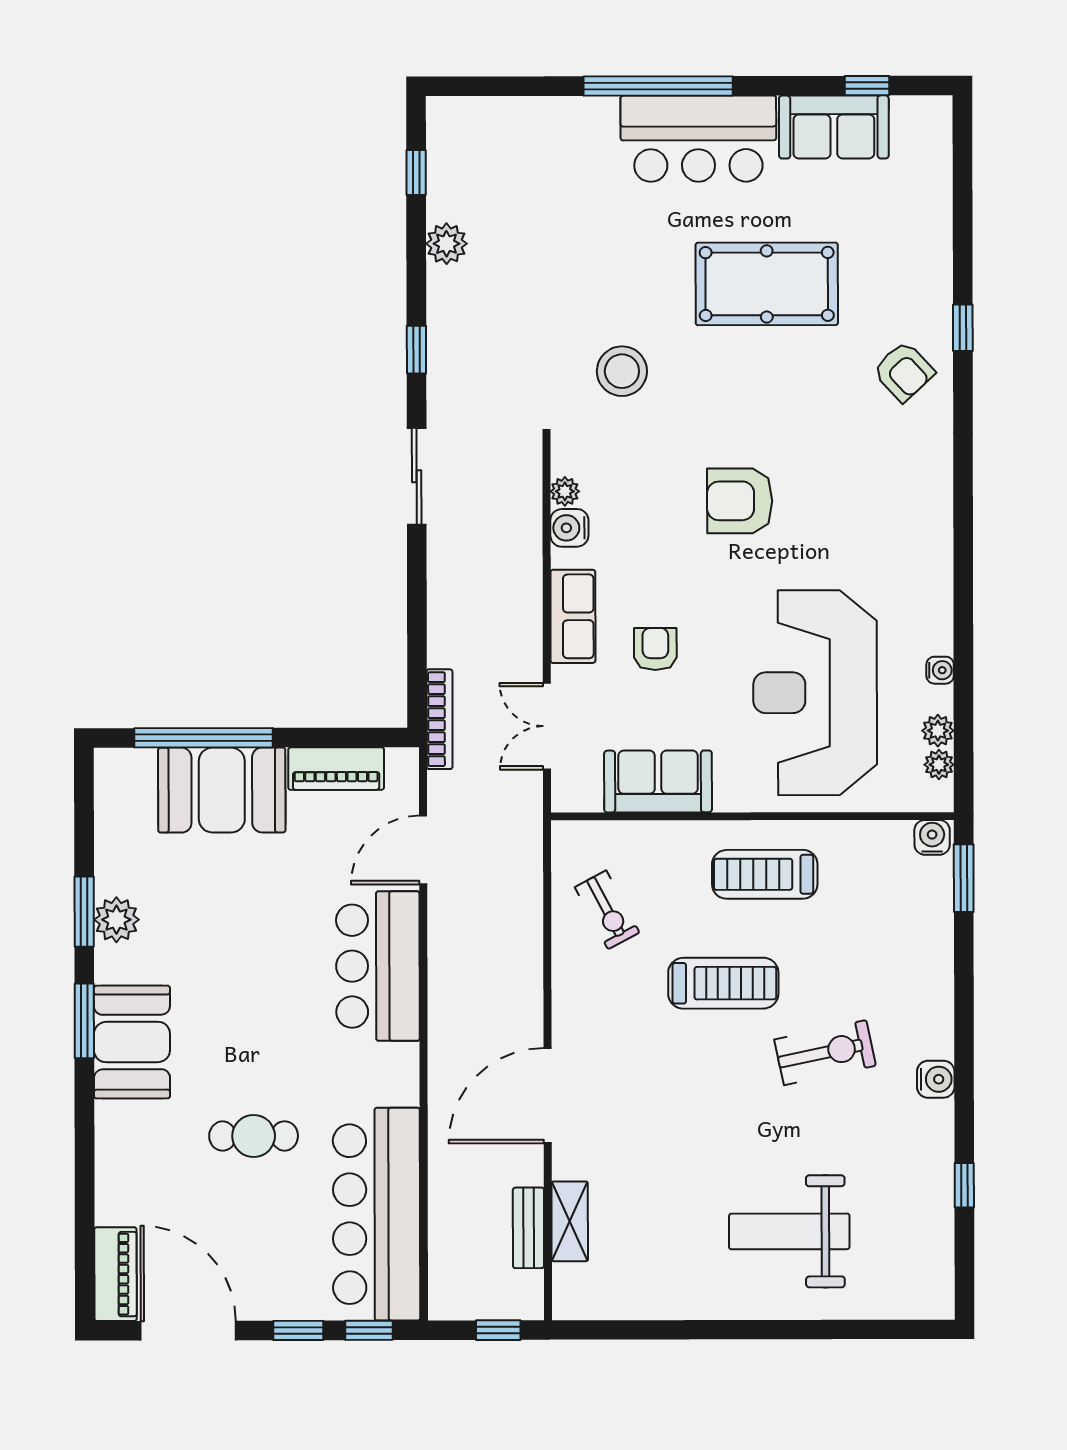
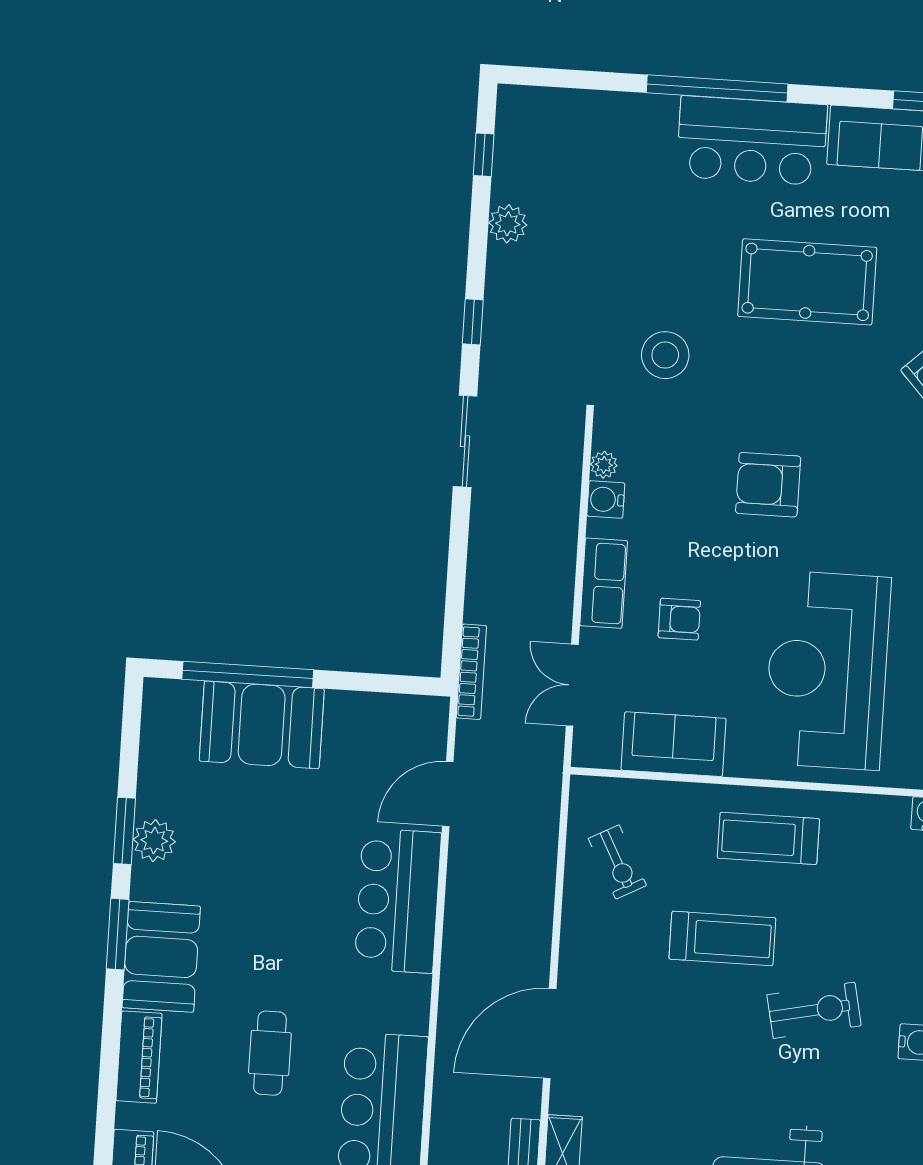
armchair: (655, 649) -> (679, 619), turned 90
piano: (336, 769) -> (139, 1057), moved, turned -90
cafe table: (254, 1136) -> (270, 1053), turned 90

